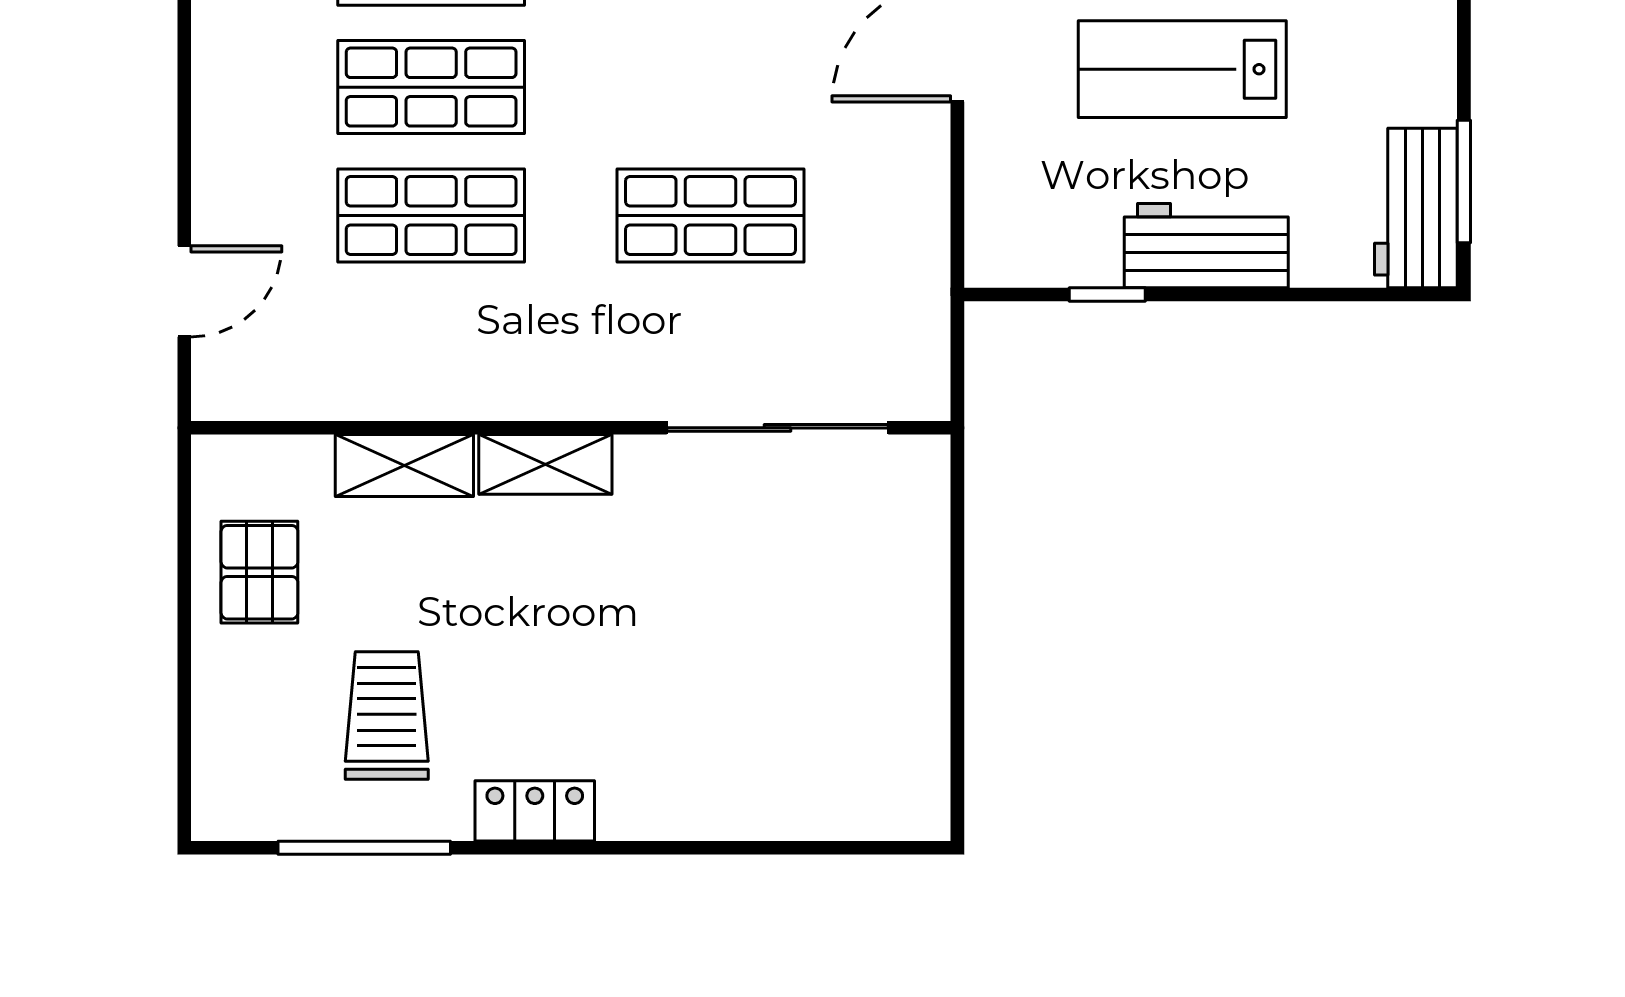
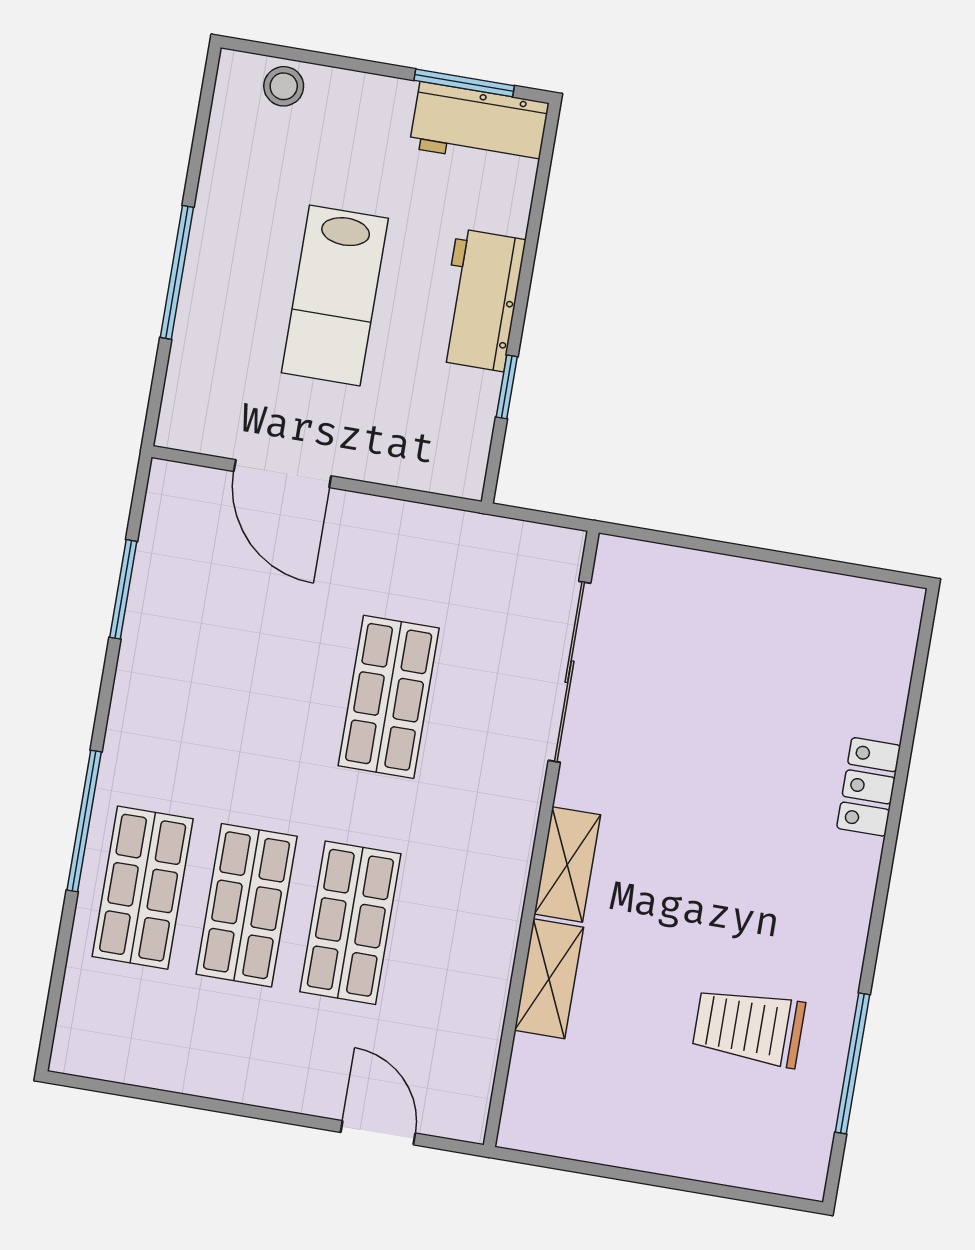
pallet: (259, 572) -> (615, 1110), removed
locker: (535, 811) -> (869, 787), moved

